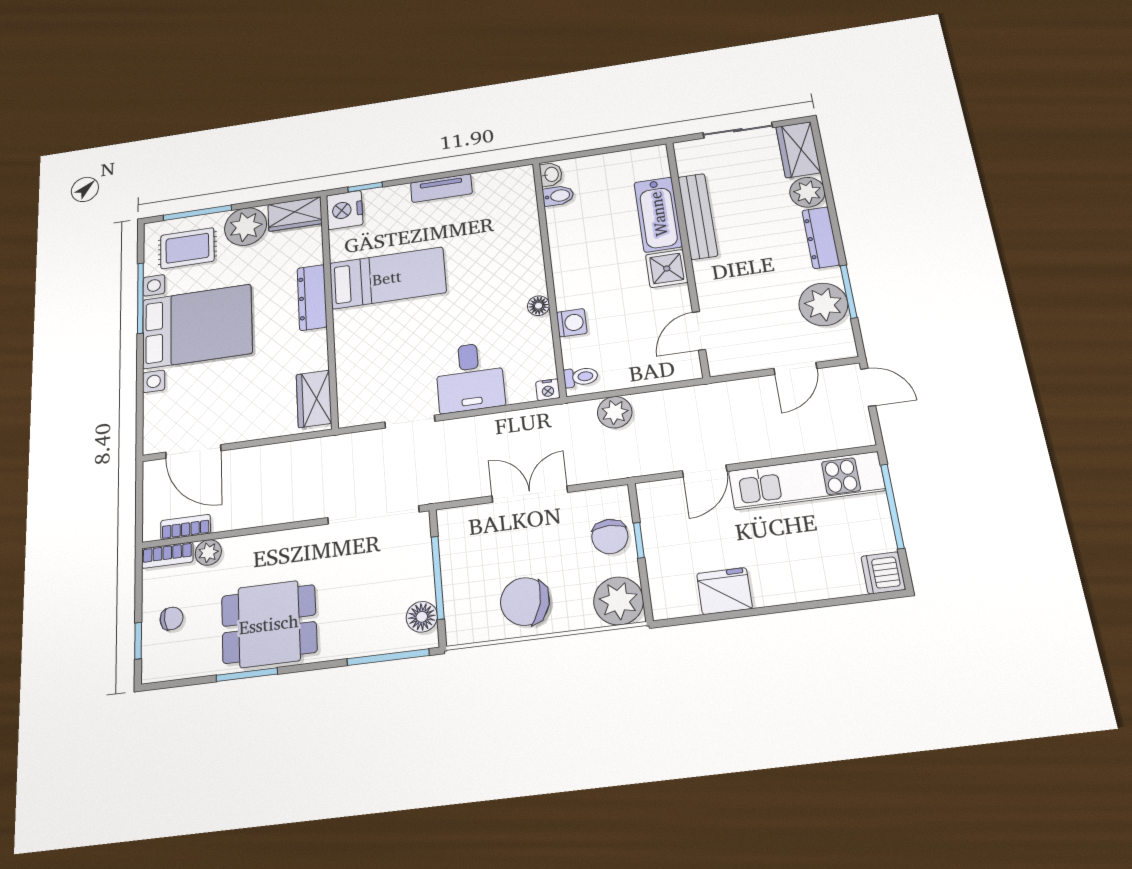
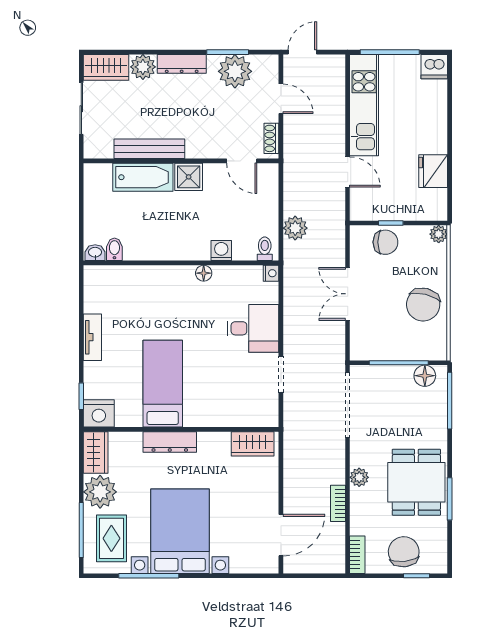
shoe rack: (737, 364) -> (271, 138), added
bookcase: (186, 527) -> (338, 503), moved
plant: (208, 552) -> (359, 477), moved
plant: (619, 601) -> (439, 234), width x0.53, depth x0.53
chair: (172, 619) -> (404, 552), width x1.87, depth x1.87

